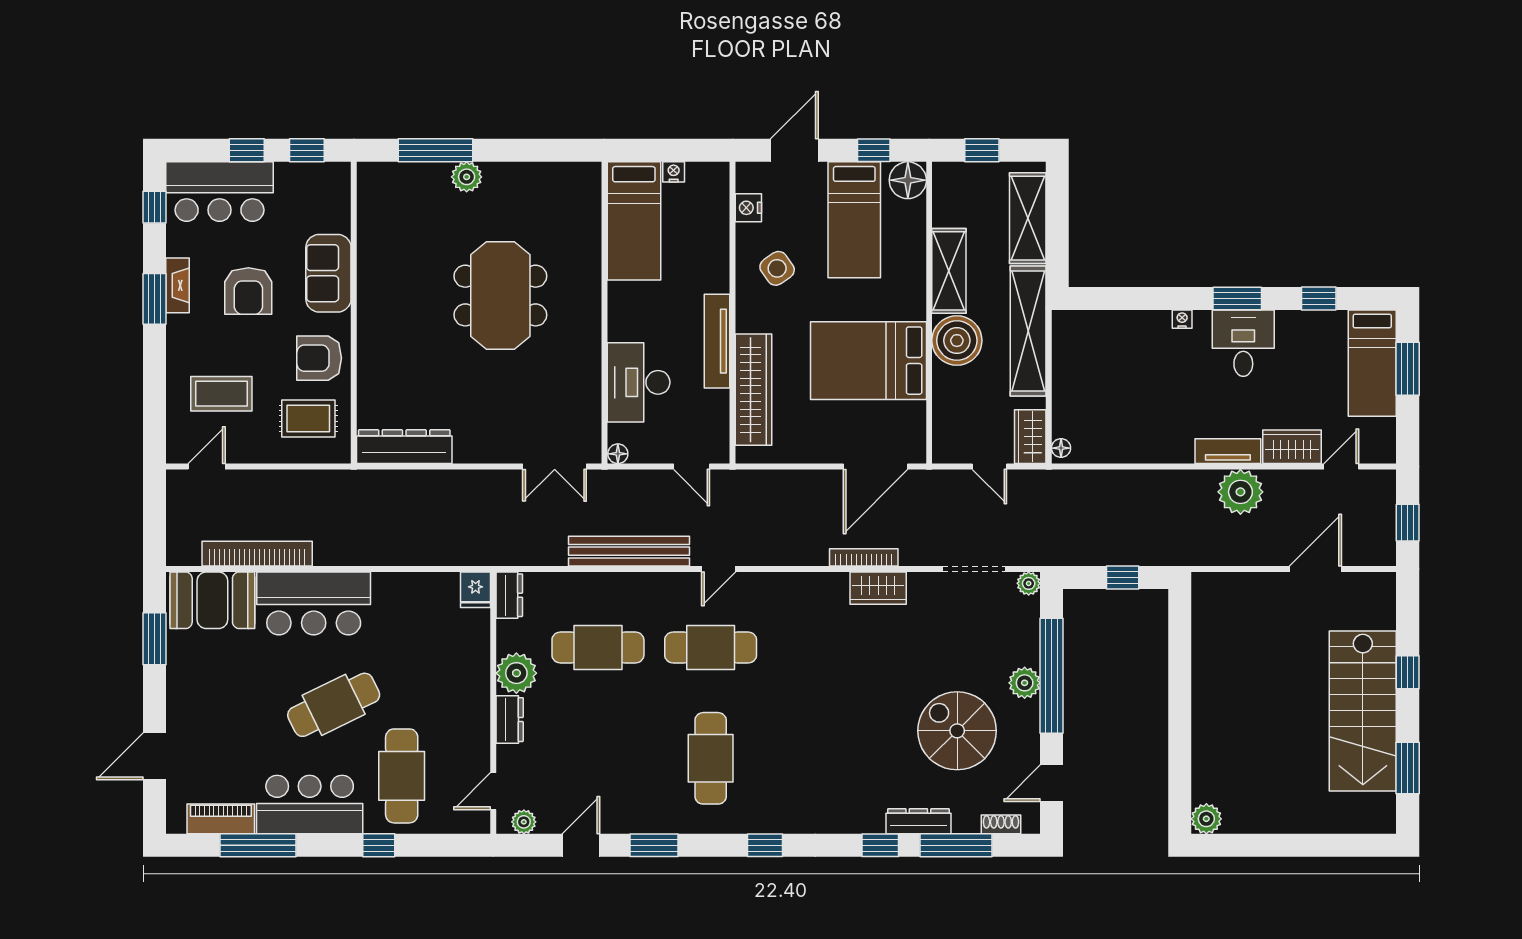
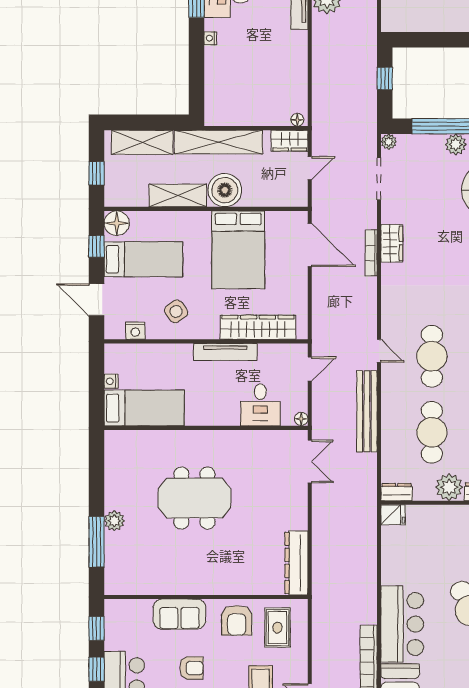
armchair: (248, 291) -> (191, 668), width x0.72, depth x0.72
desk: (639, 382) -> (260, 405), width x0.73

